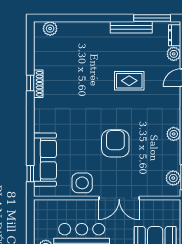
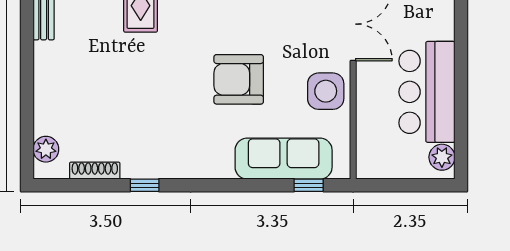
shoe rack: (38, 84) -> (95, 171), moved
armchair: (115, 143) -> (239, 79), moved

